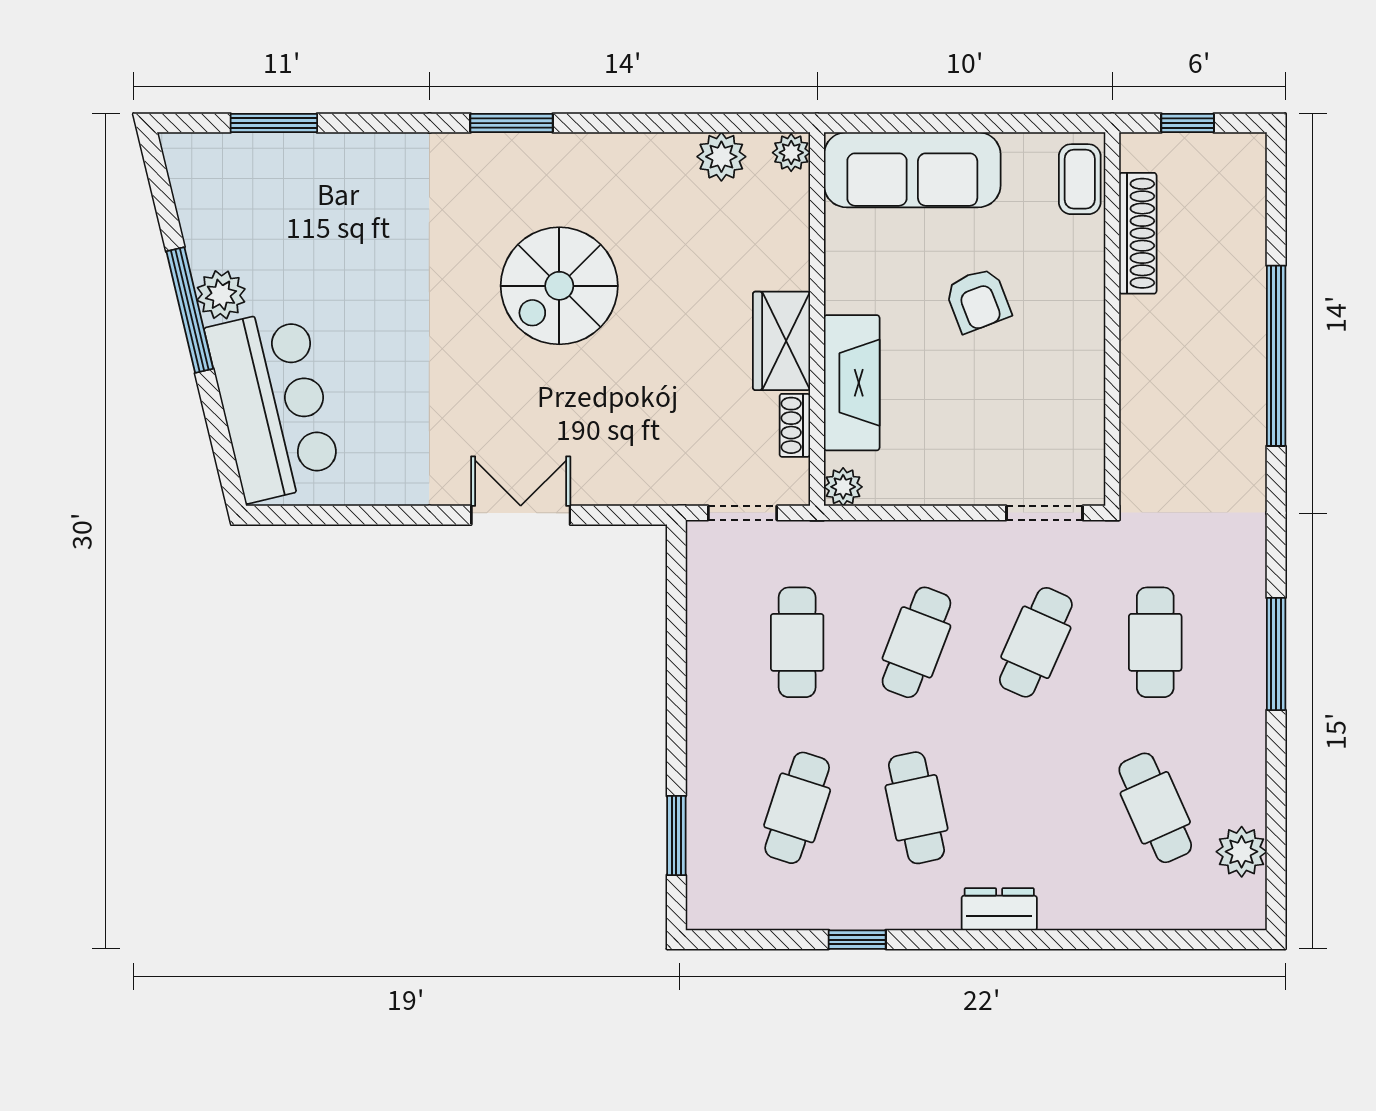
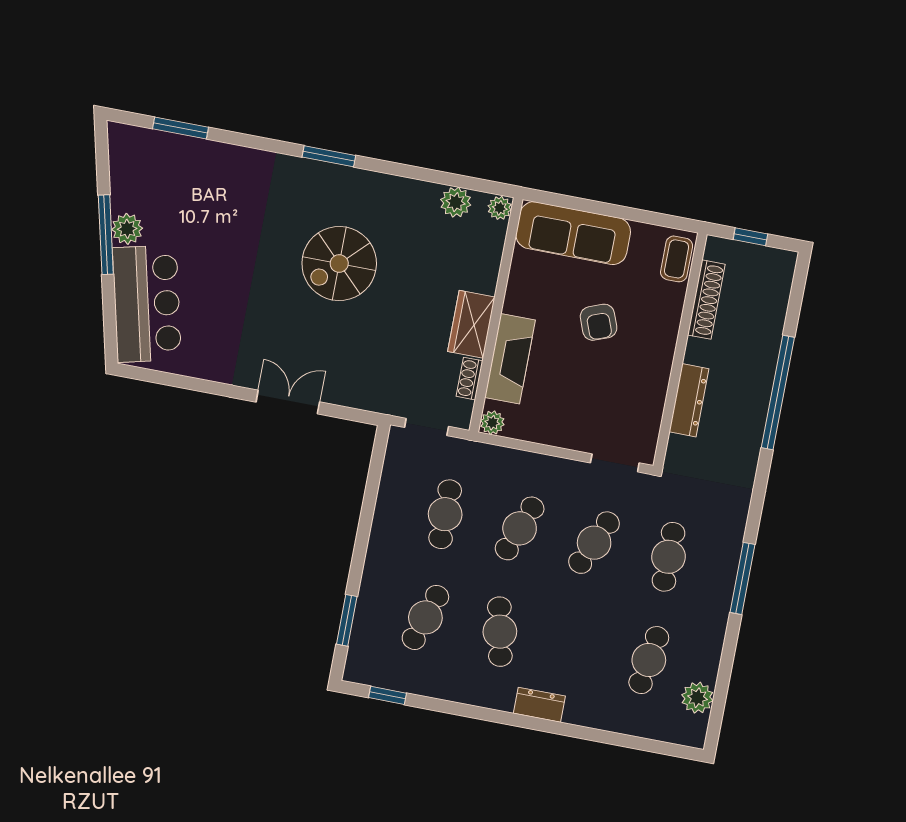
dresser: (1141, 394) -> (689, 400), added
cafe table: (1155, 808) -> (649, 660), turned 33
window: (857, 940) -> (388, 695), moved

